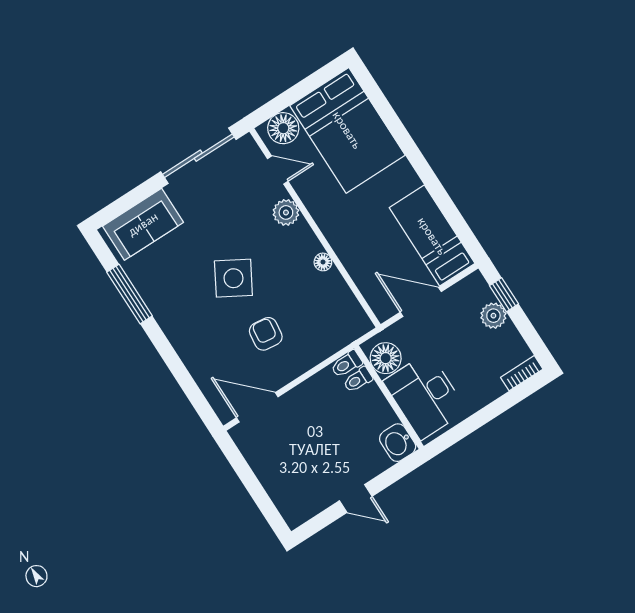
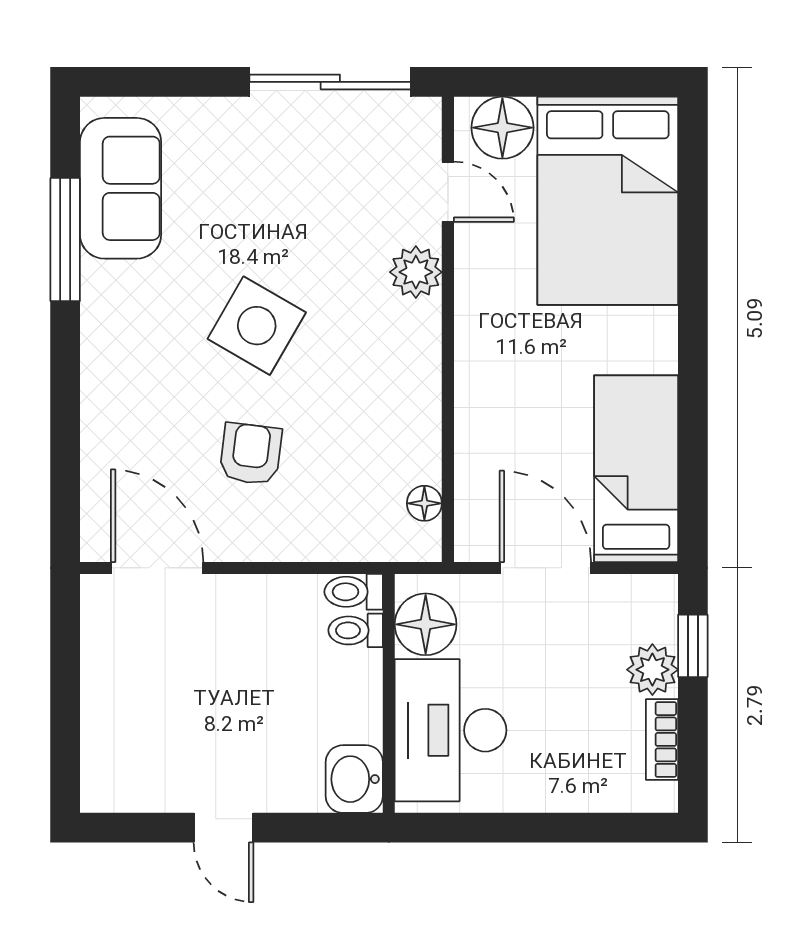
sofa: (143, 224) -> (121, 188), moved, turned -90
floor lamp: (323, 262) -> (424, 503), moved
bookcase: (522, 373) -> (662, 739), moved, turned -90

